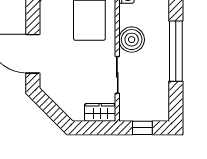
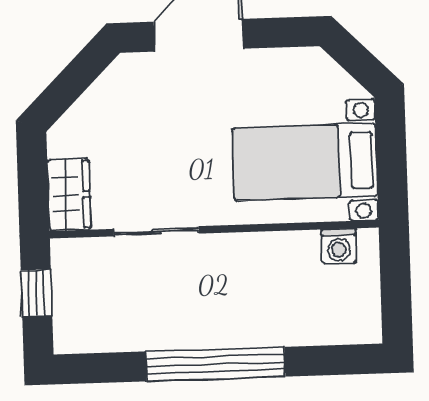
boiler: (132, 40) -> (239, 262), removed

